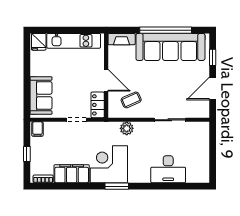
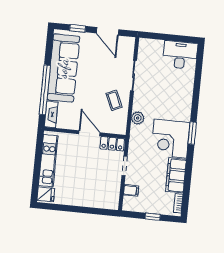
window: (166, 30) -> (45, 90), moved
door: (106, 80) -> (89, 133), hinge flipped
sofa: (41, 95) -> (98, 197), removed
coffee table: (131, 100) -> (114, 100), moved
filing cabinet: (37, 129) -> (131, 190), moved
desk: (168, 169) -> (180, 55), moved, turned -90

